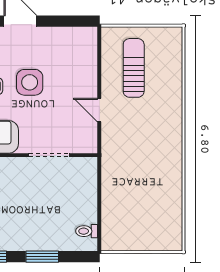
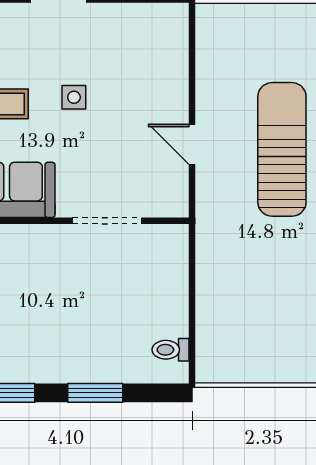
sun lounger: (134, 68) -> (282, 149), moved, width x1.36, depth x1.34
side table: (30, 82) -> (74, 97), width x0.54, depth x0.54

